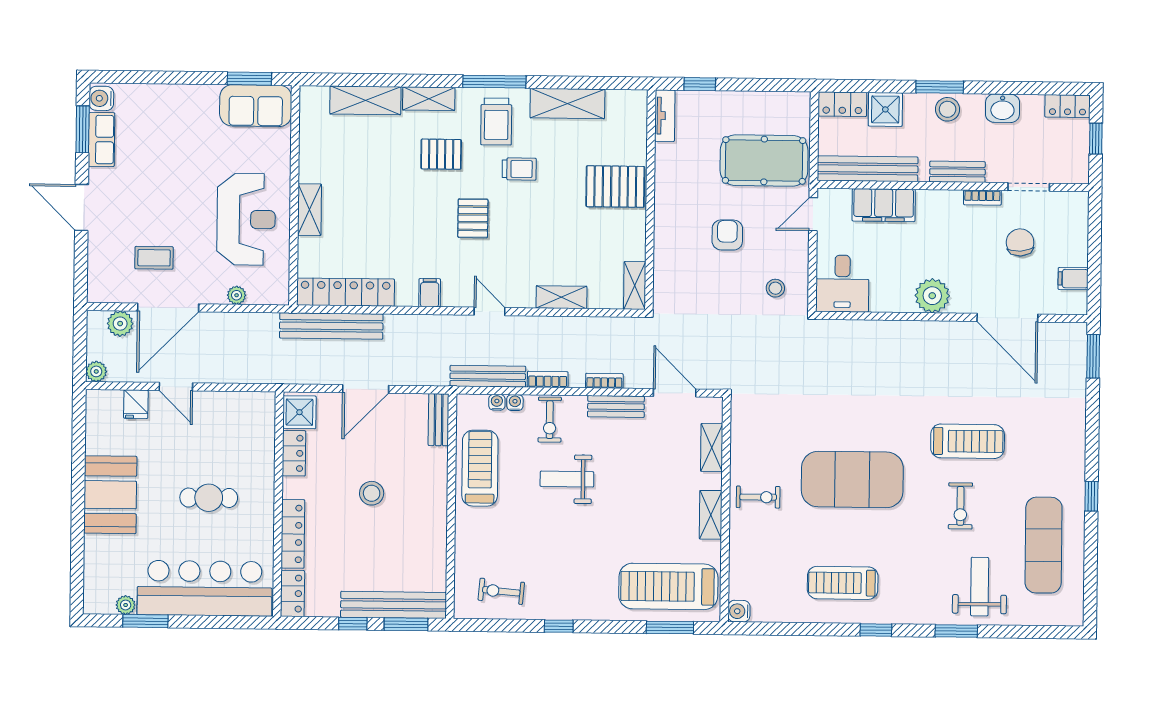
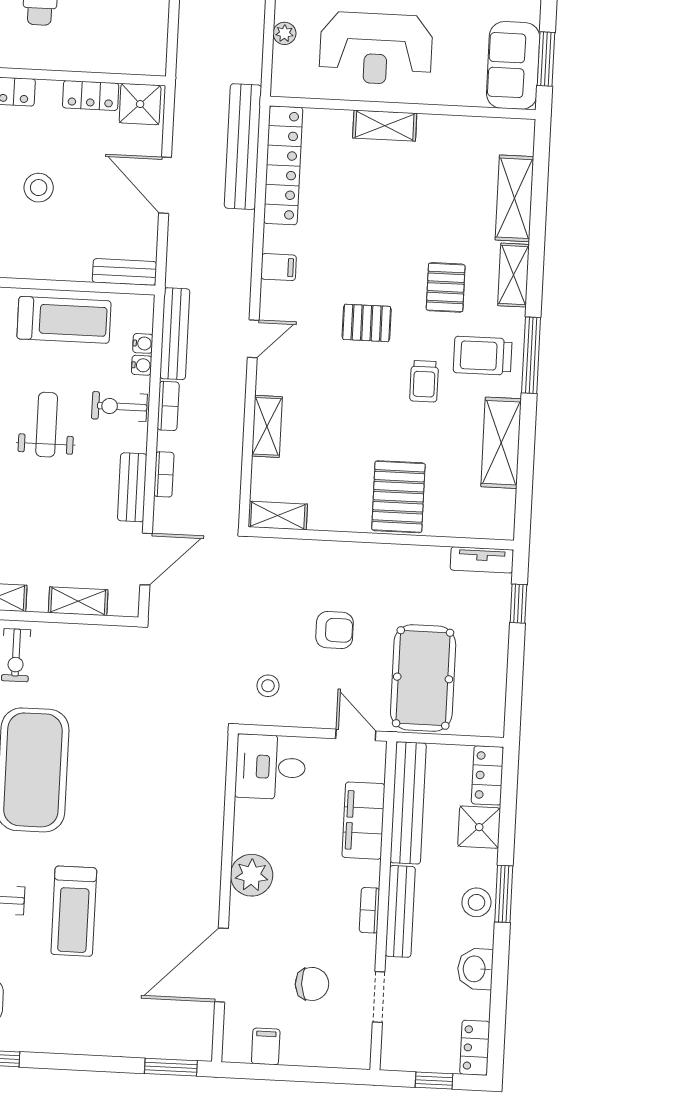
bench: (957, 172) -> (400, 911), width x1.36
bookcase: (982, 198) -> (369, 910), moved

